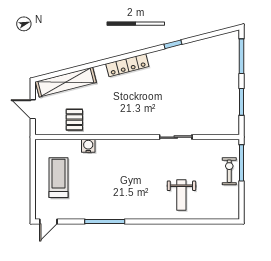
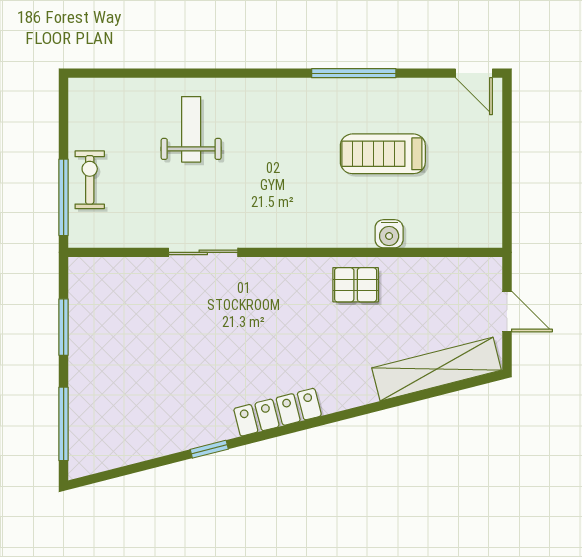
locker: (127, 65) -> (278, 412), moved
pallet: (74, 120) -> (356, 285), moved, turned 90
exercise bike: (229, 171) -> (90, 180), turned 180
treadmill: (59, 178) -> (383, 154), moved, turned 90
door: (48, 221) -> (474, 73), swing flipped

